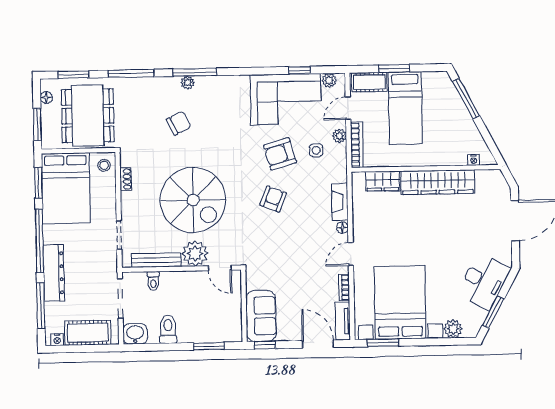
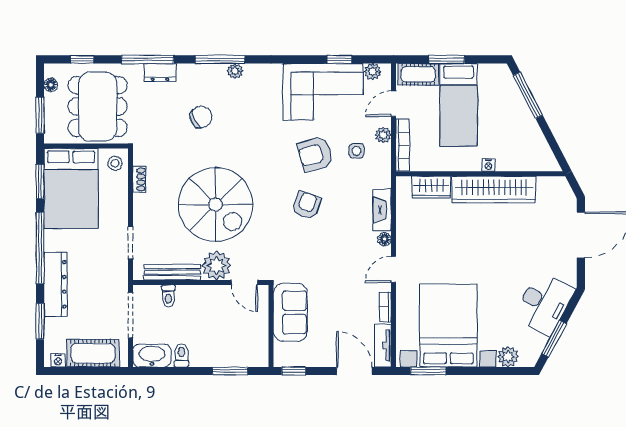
window: (73, 75) -> (82, 59), width x0.67
plant: (188, 83) -> (235, 71), moved
dresser: (142, 85) -> (160, 72), added
nightstand: (474, 160) -> (488, 165), moved
window: (41, 306) -> (40, 321), width x0.69
sofa: (261, 316) -> (290, 312), moved
toilet: (168, 329) -> (181, 355), width x0.73, depth x0.72
washbasin: (135, 334) -> (152, 355), width x1.38

